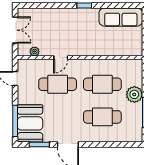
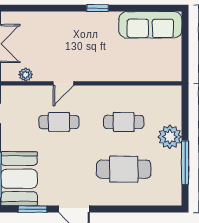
cafe table: (58, 84) -> (59, 122), width x0.73, depth x0.74
cafe table: (102, 84) -> (124, 122), width x0.73, depth x0.74

